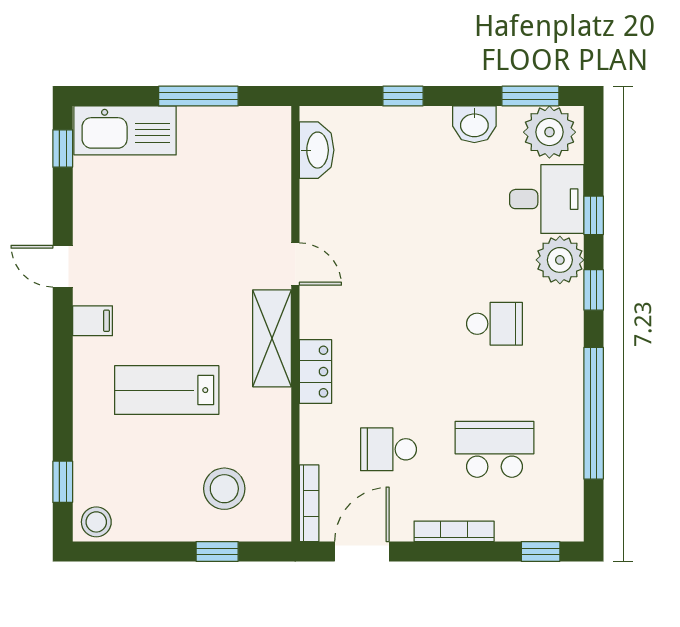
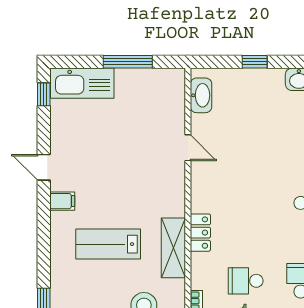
door: (295, 264) -> (188, 148), moved
shelving: (272, 338) -> (173, 248), moved

